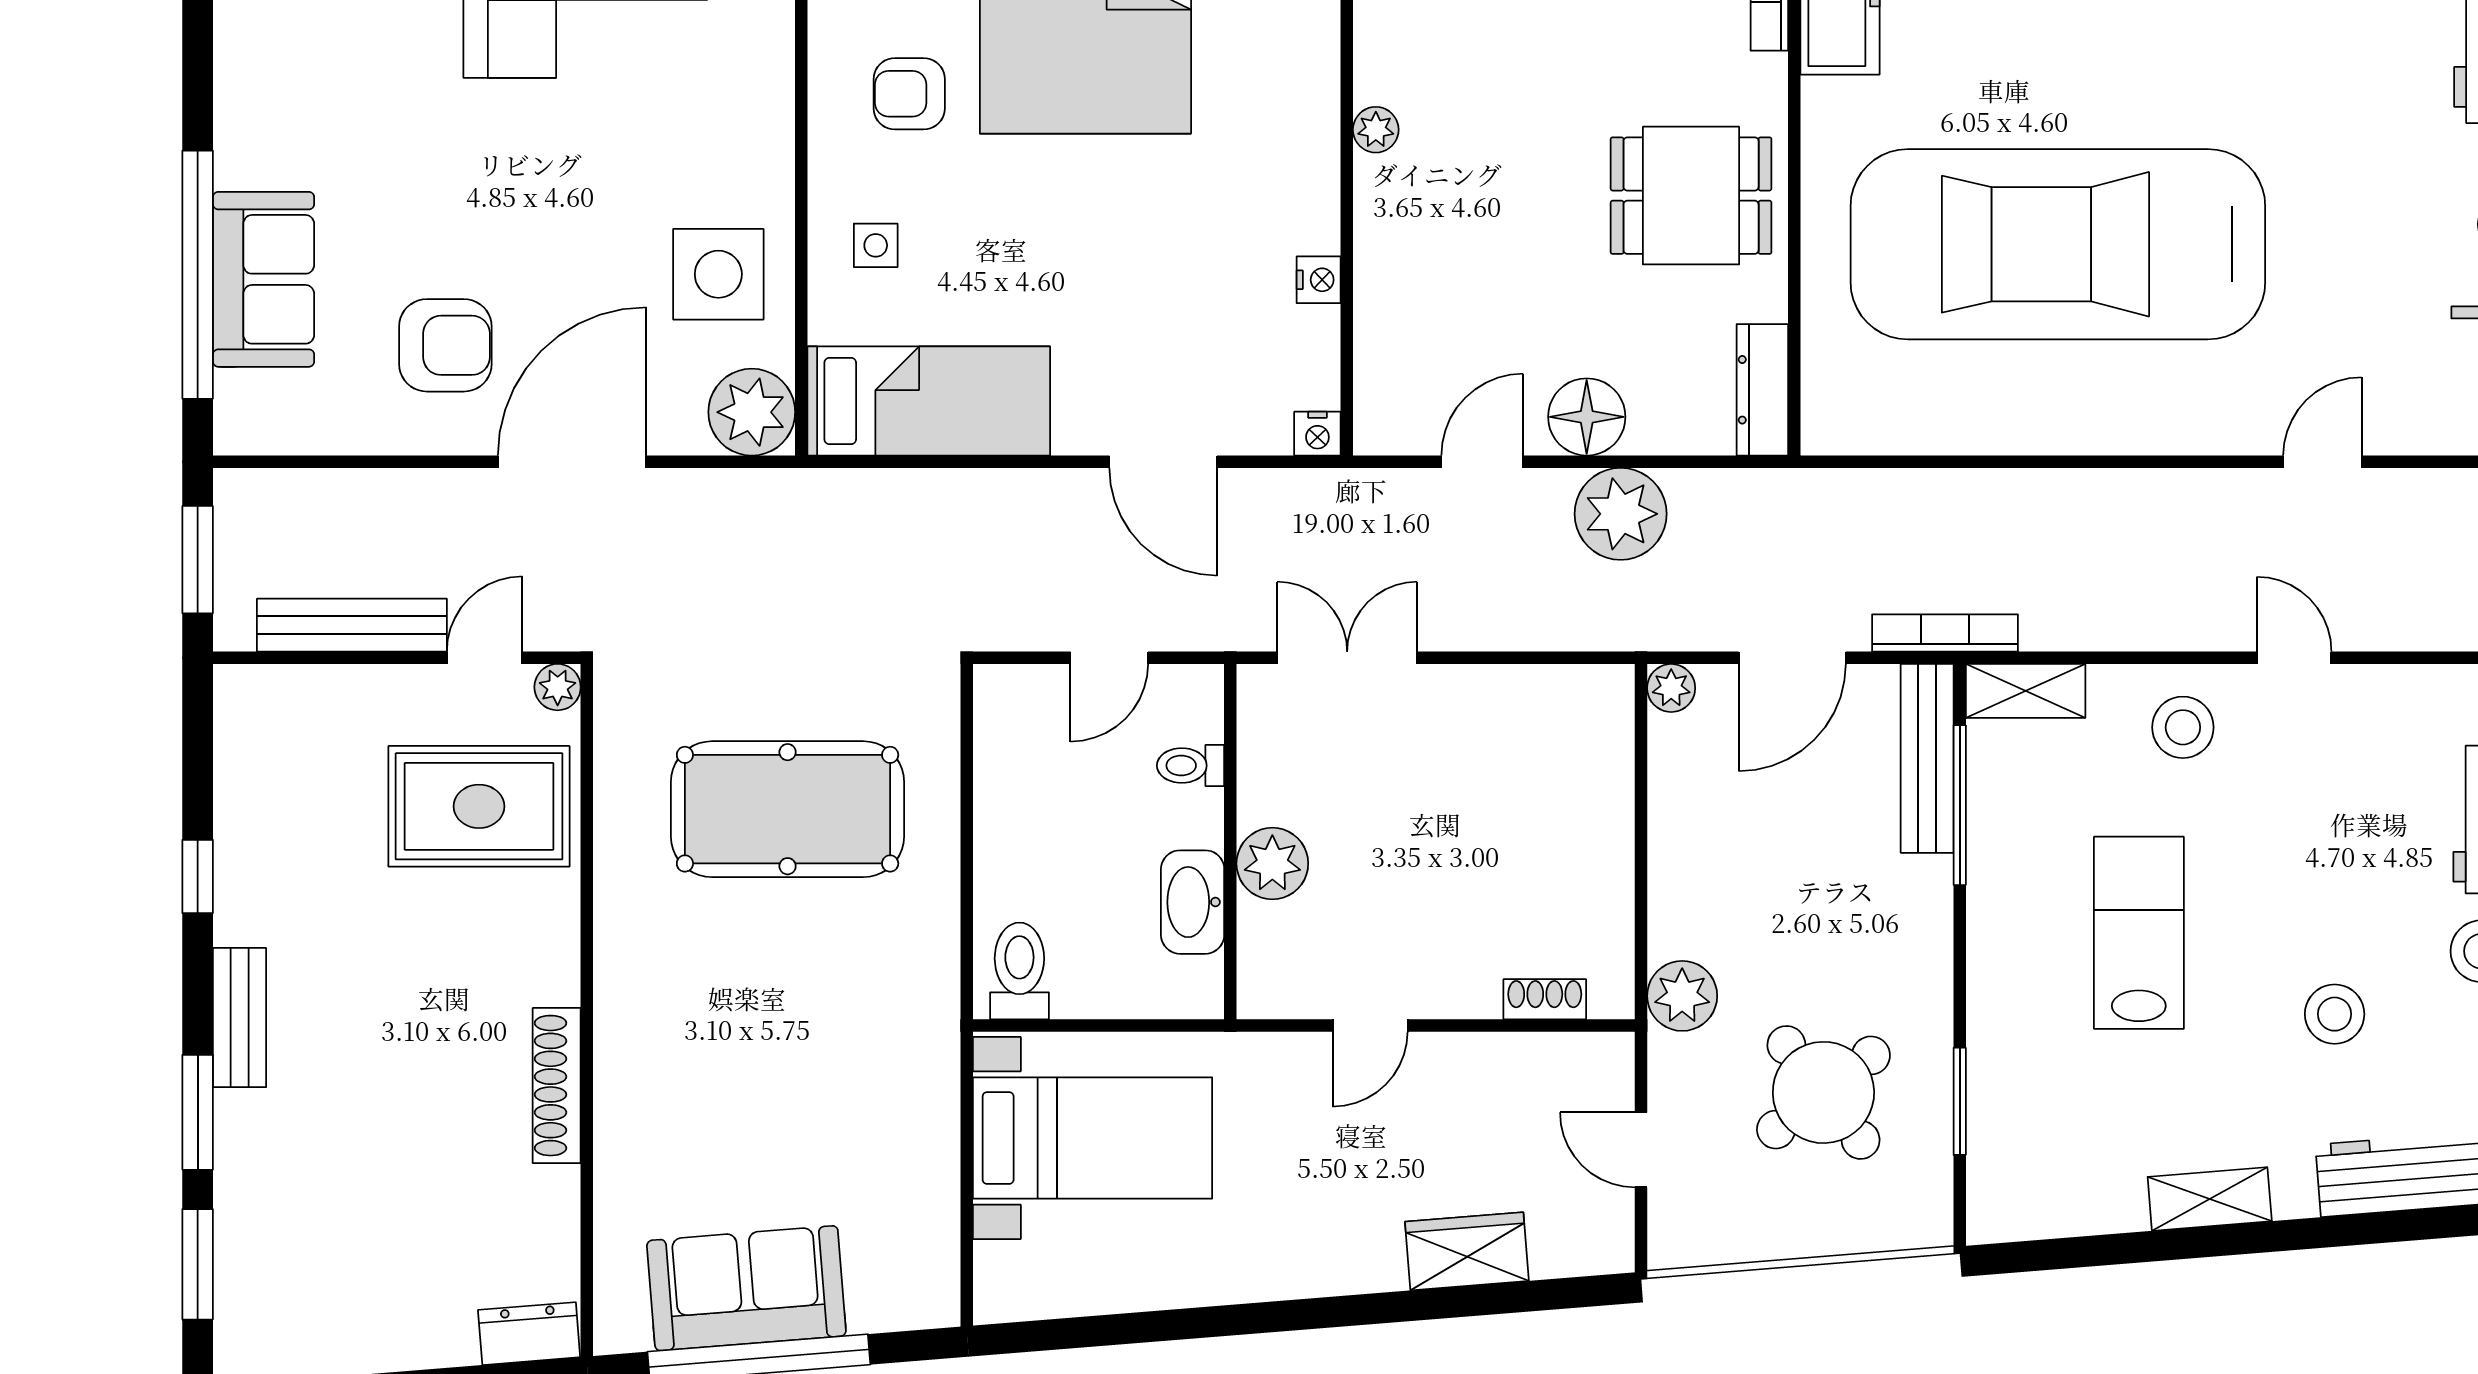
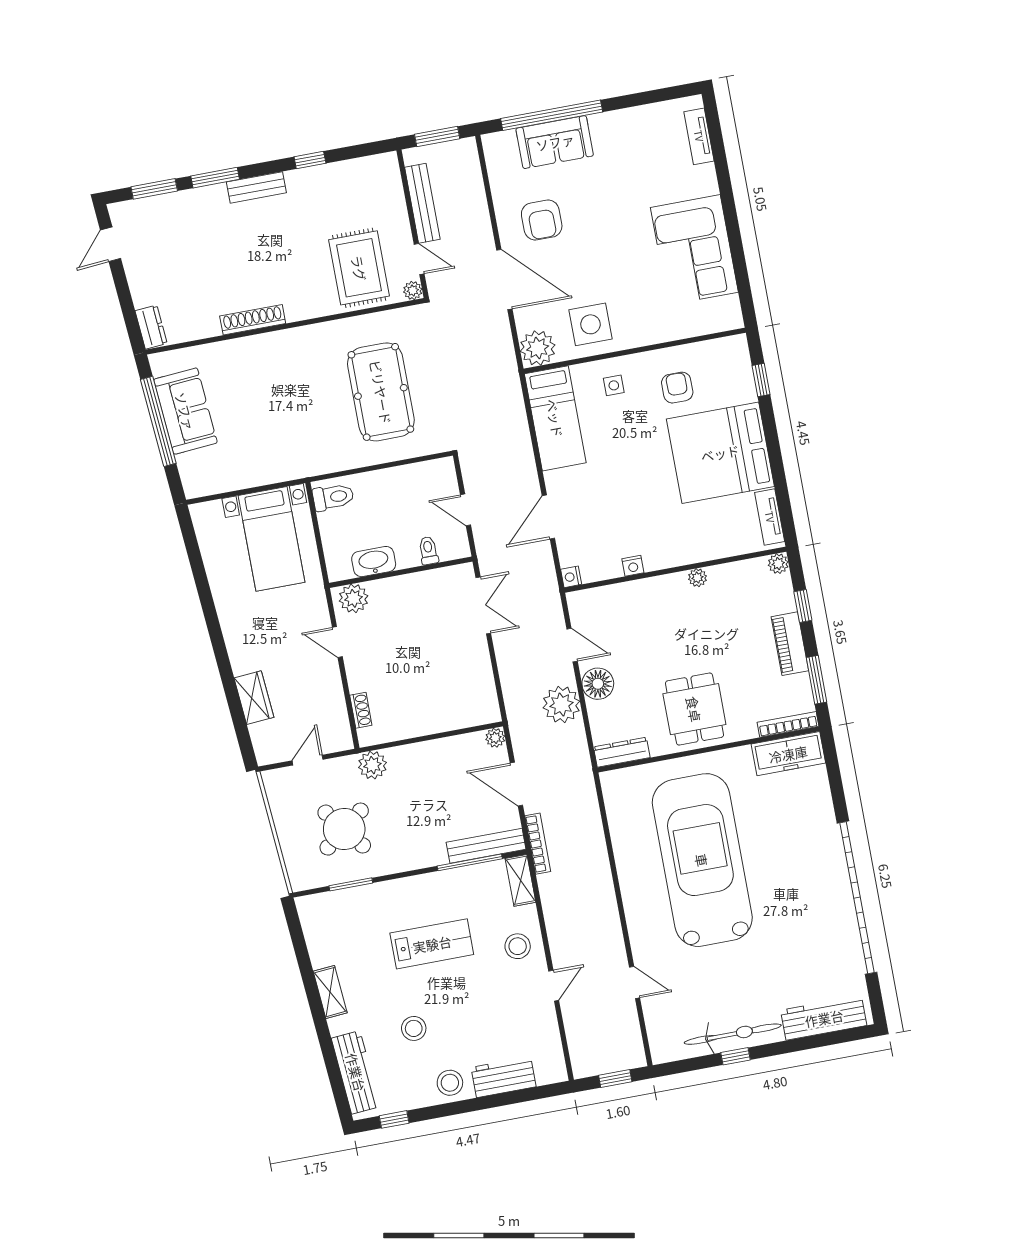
plant: (1272, 864) -> (354, 598), moved

